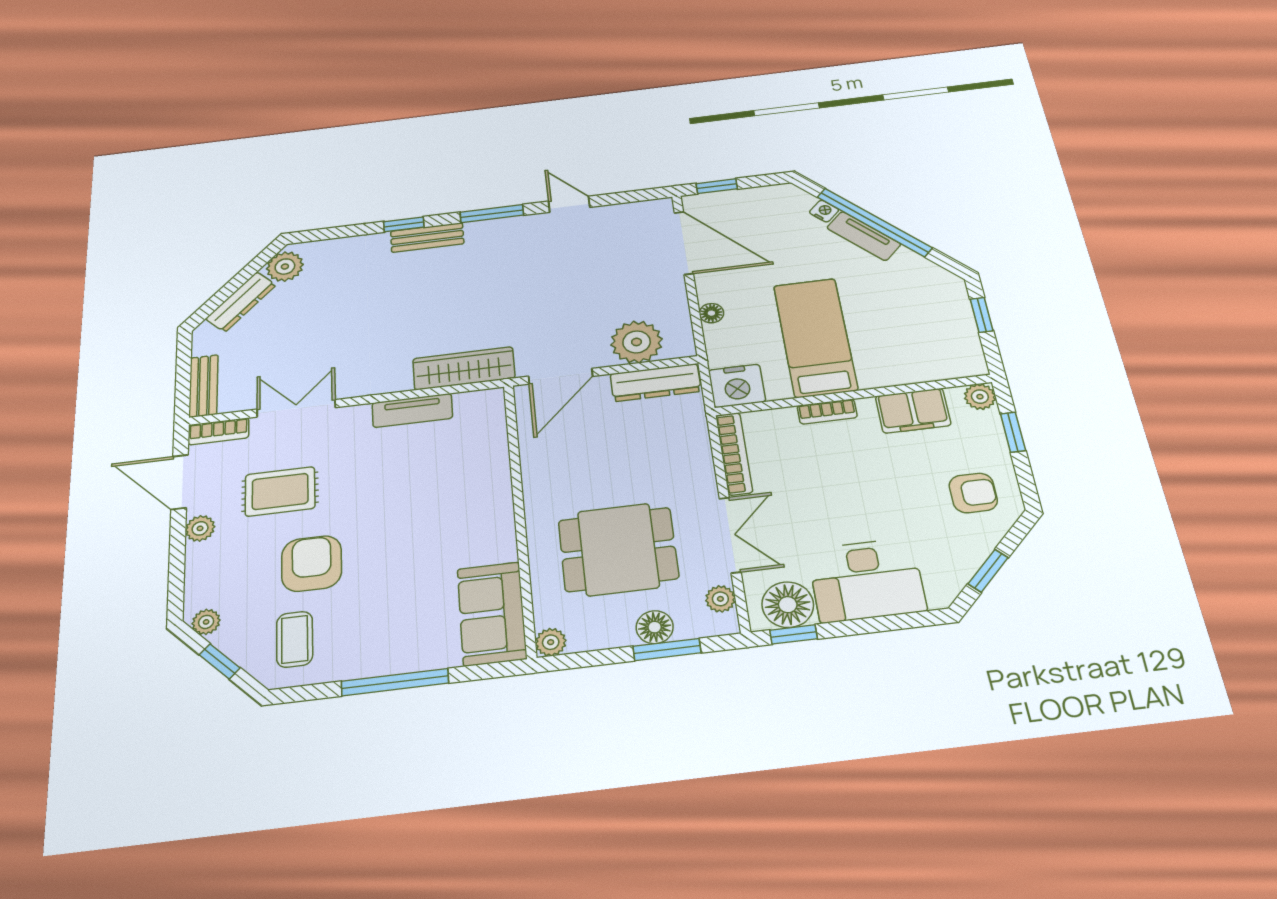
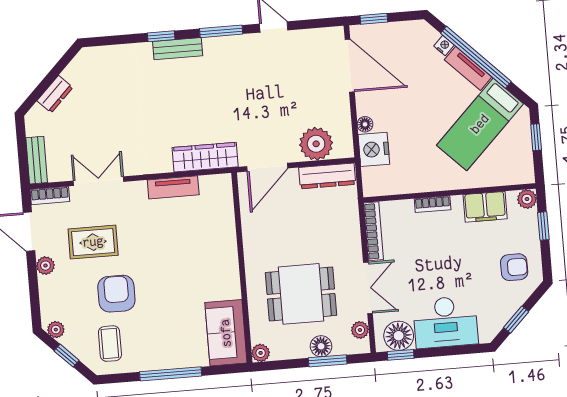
plant: (285, 267) -> (82, 67), removed
dresser: (241, 302) -> (55, 94), width x0.70
bed: (815, 337) -> (480, 124), moved, turned -135
nightstand: (737, 386) -> (374, 149), moved, turned 90

